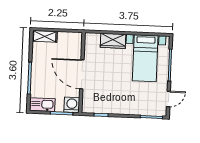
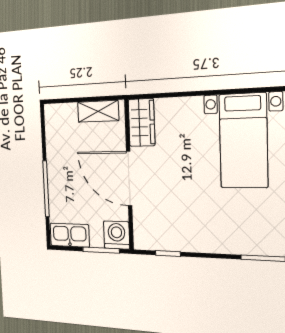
shelving: (45, 36) -> (98, 111), moved
wardrobe: (113, 41) -> (142, 122), moved, turned -90

